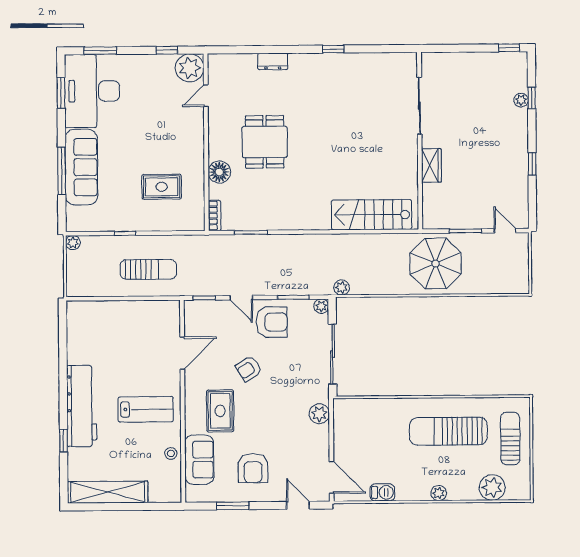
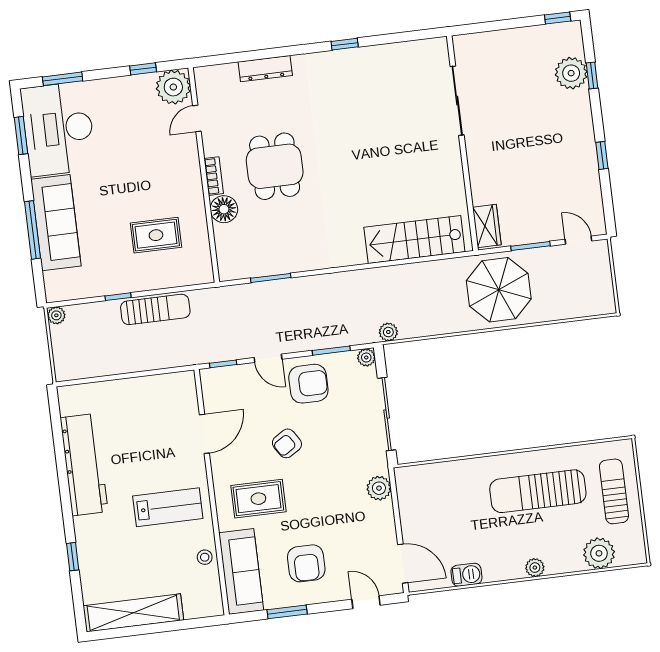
dresser: (273, 61) -> (265, 69), width x1.44
plant: (521, 100) -> (571, 73), width x1.88, depth x1.88
wardrobe: (431, 165) -> (487, 226), moved
bookcase: (215, 216) -> (214, 176), moved
sun lounger: (148, 269) -> (155, 309), moved
workbench: (82, 406) -> (84, 465), moved
rug: (220, 411) -> (258, 499), turned 90
sofa: (199, 460) -> (241, 572), width x1.36

